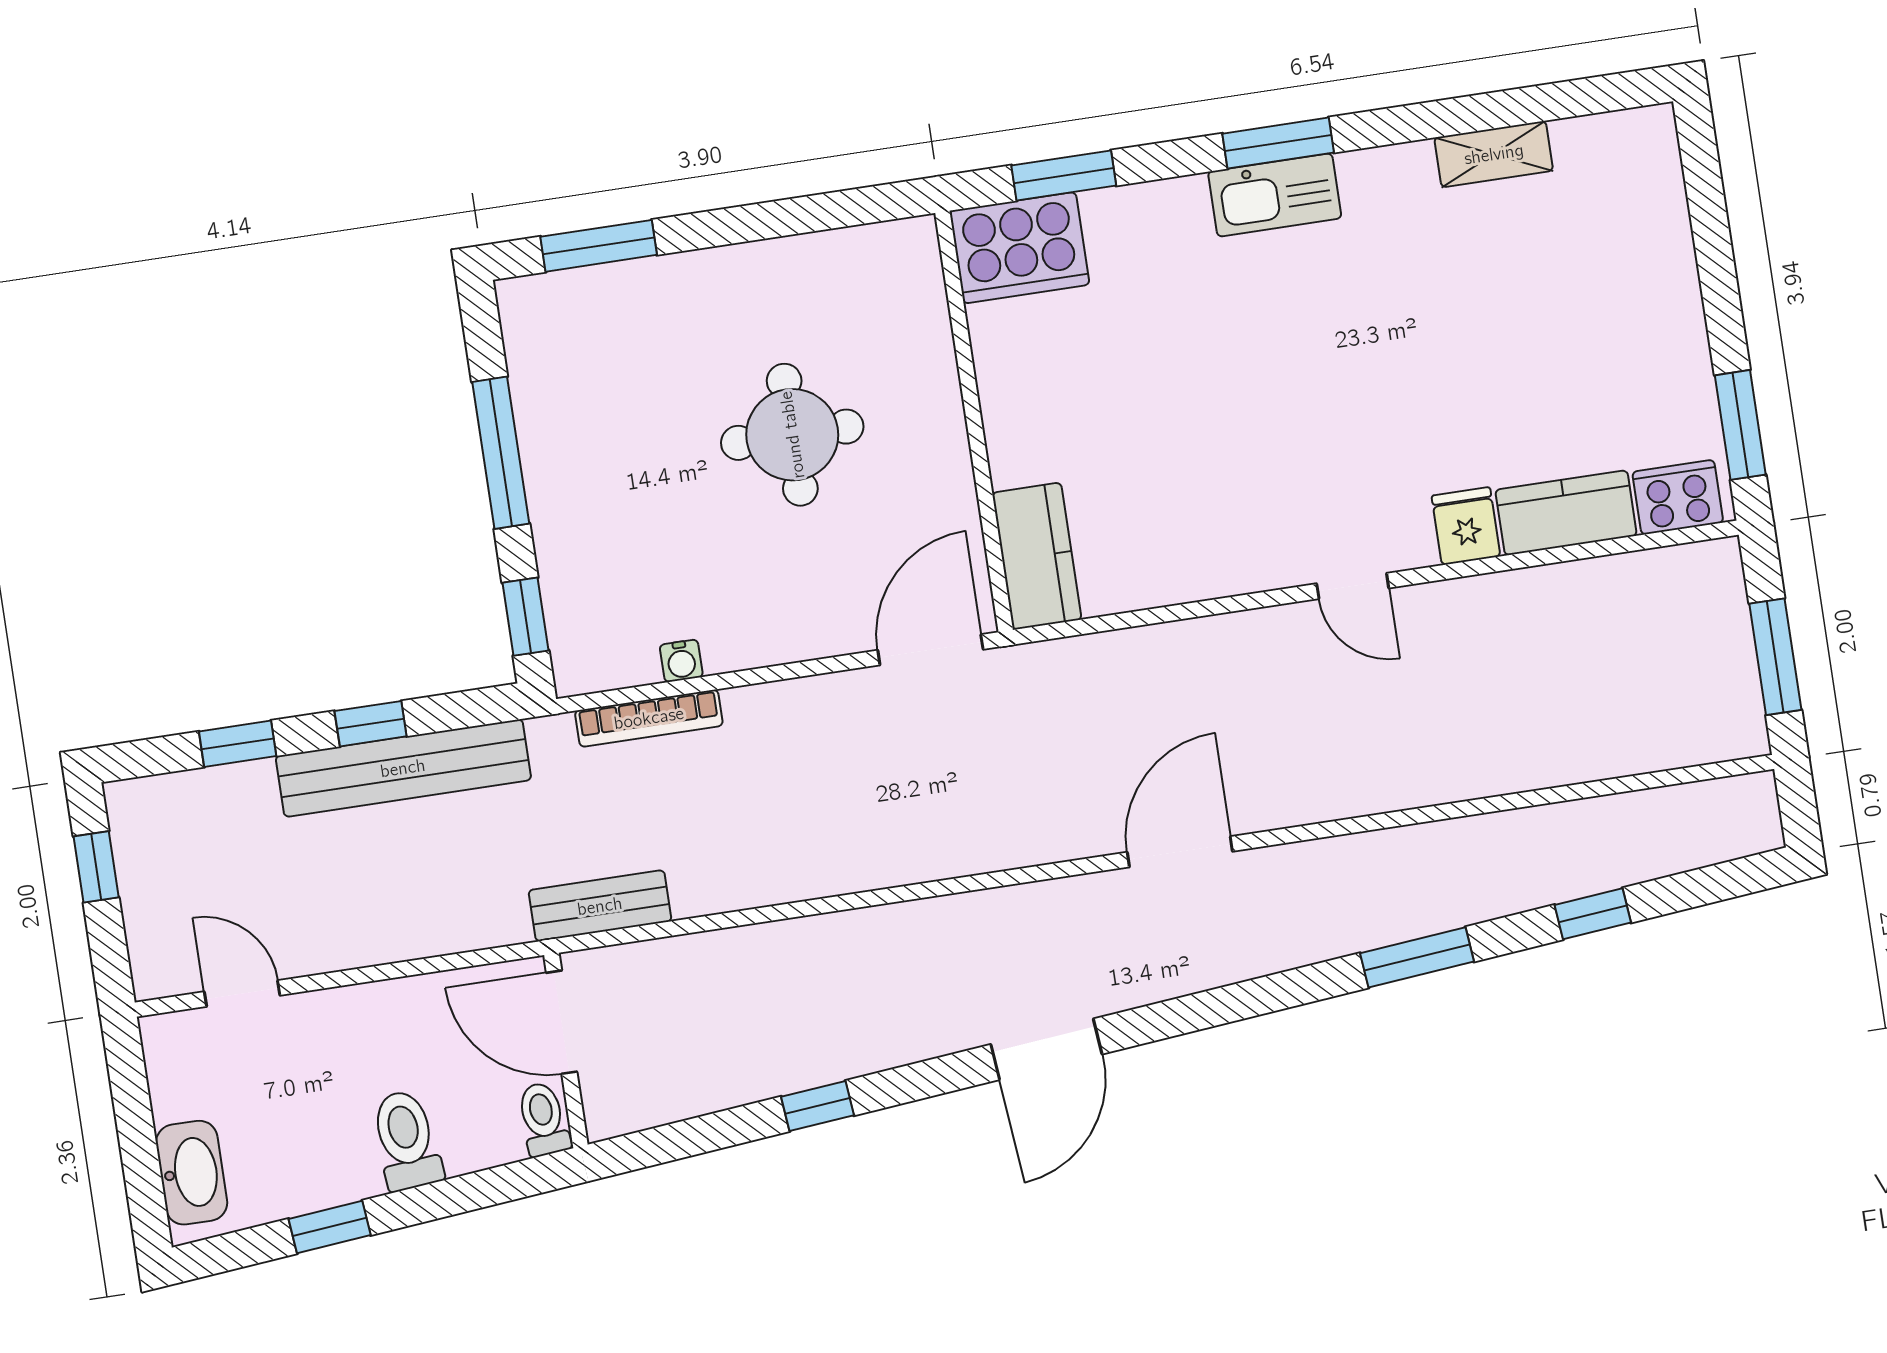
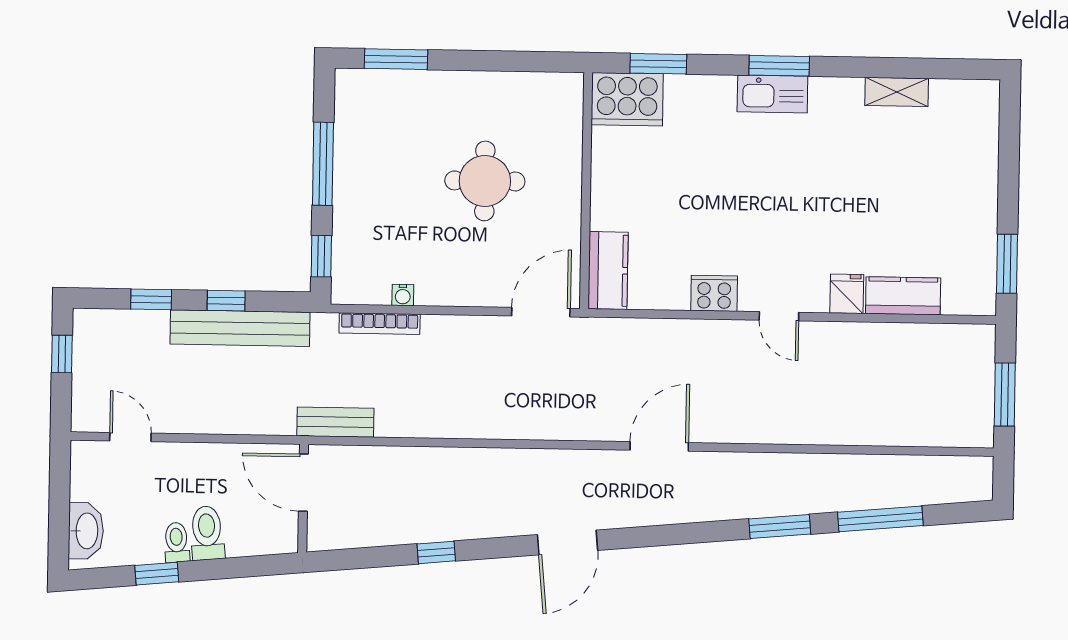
cooker: (1678, 497) -> (714, 293), moved
window: (1593, 914) -> (880, 519), width x2.17
toilet: (543, 1119) -> (177, 542), moved

